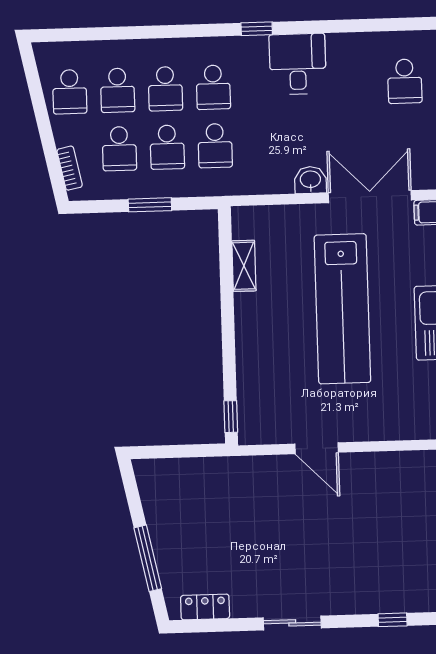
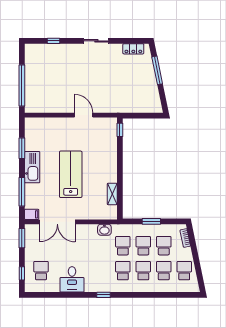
desk: (298, 64) -> (72, 279), moved
washbasin: (310, 180) -> (104, 230), moved
lab bench: (342, 309) -> (71, 174), width x0.73

